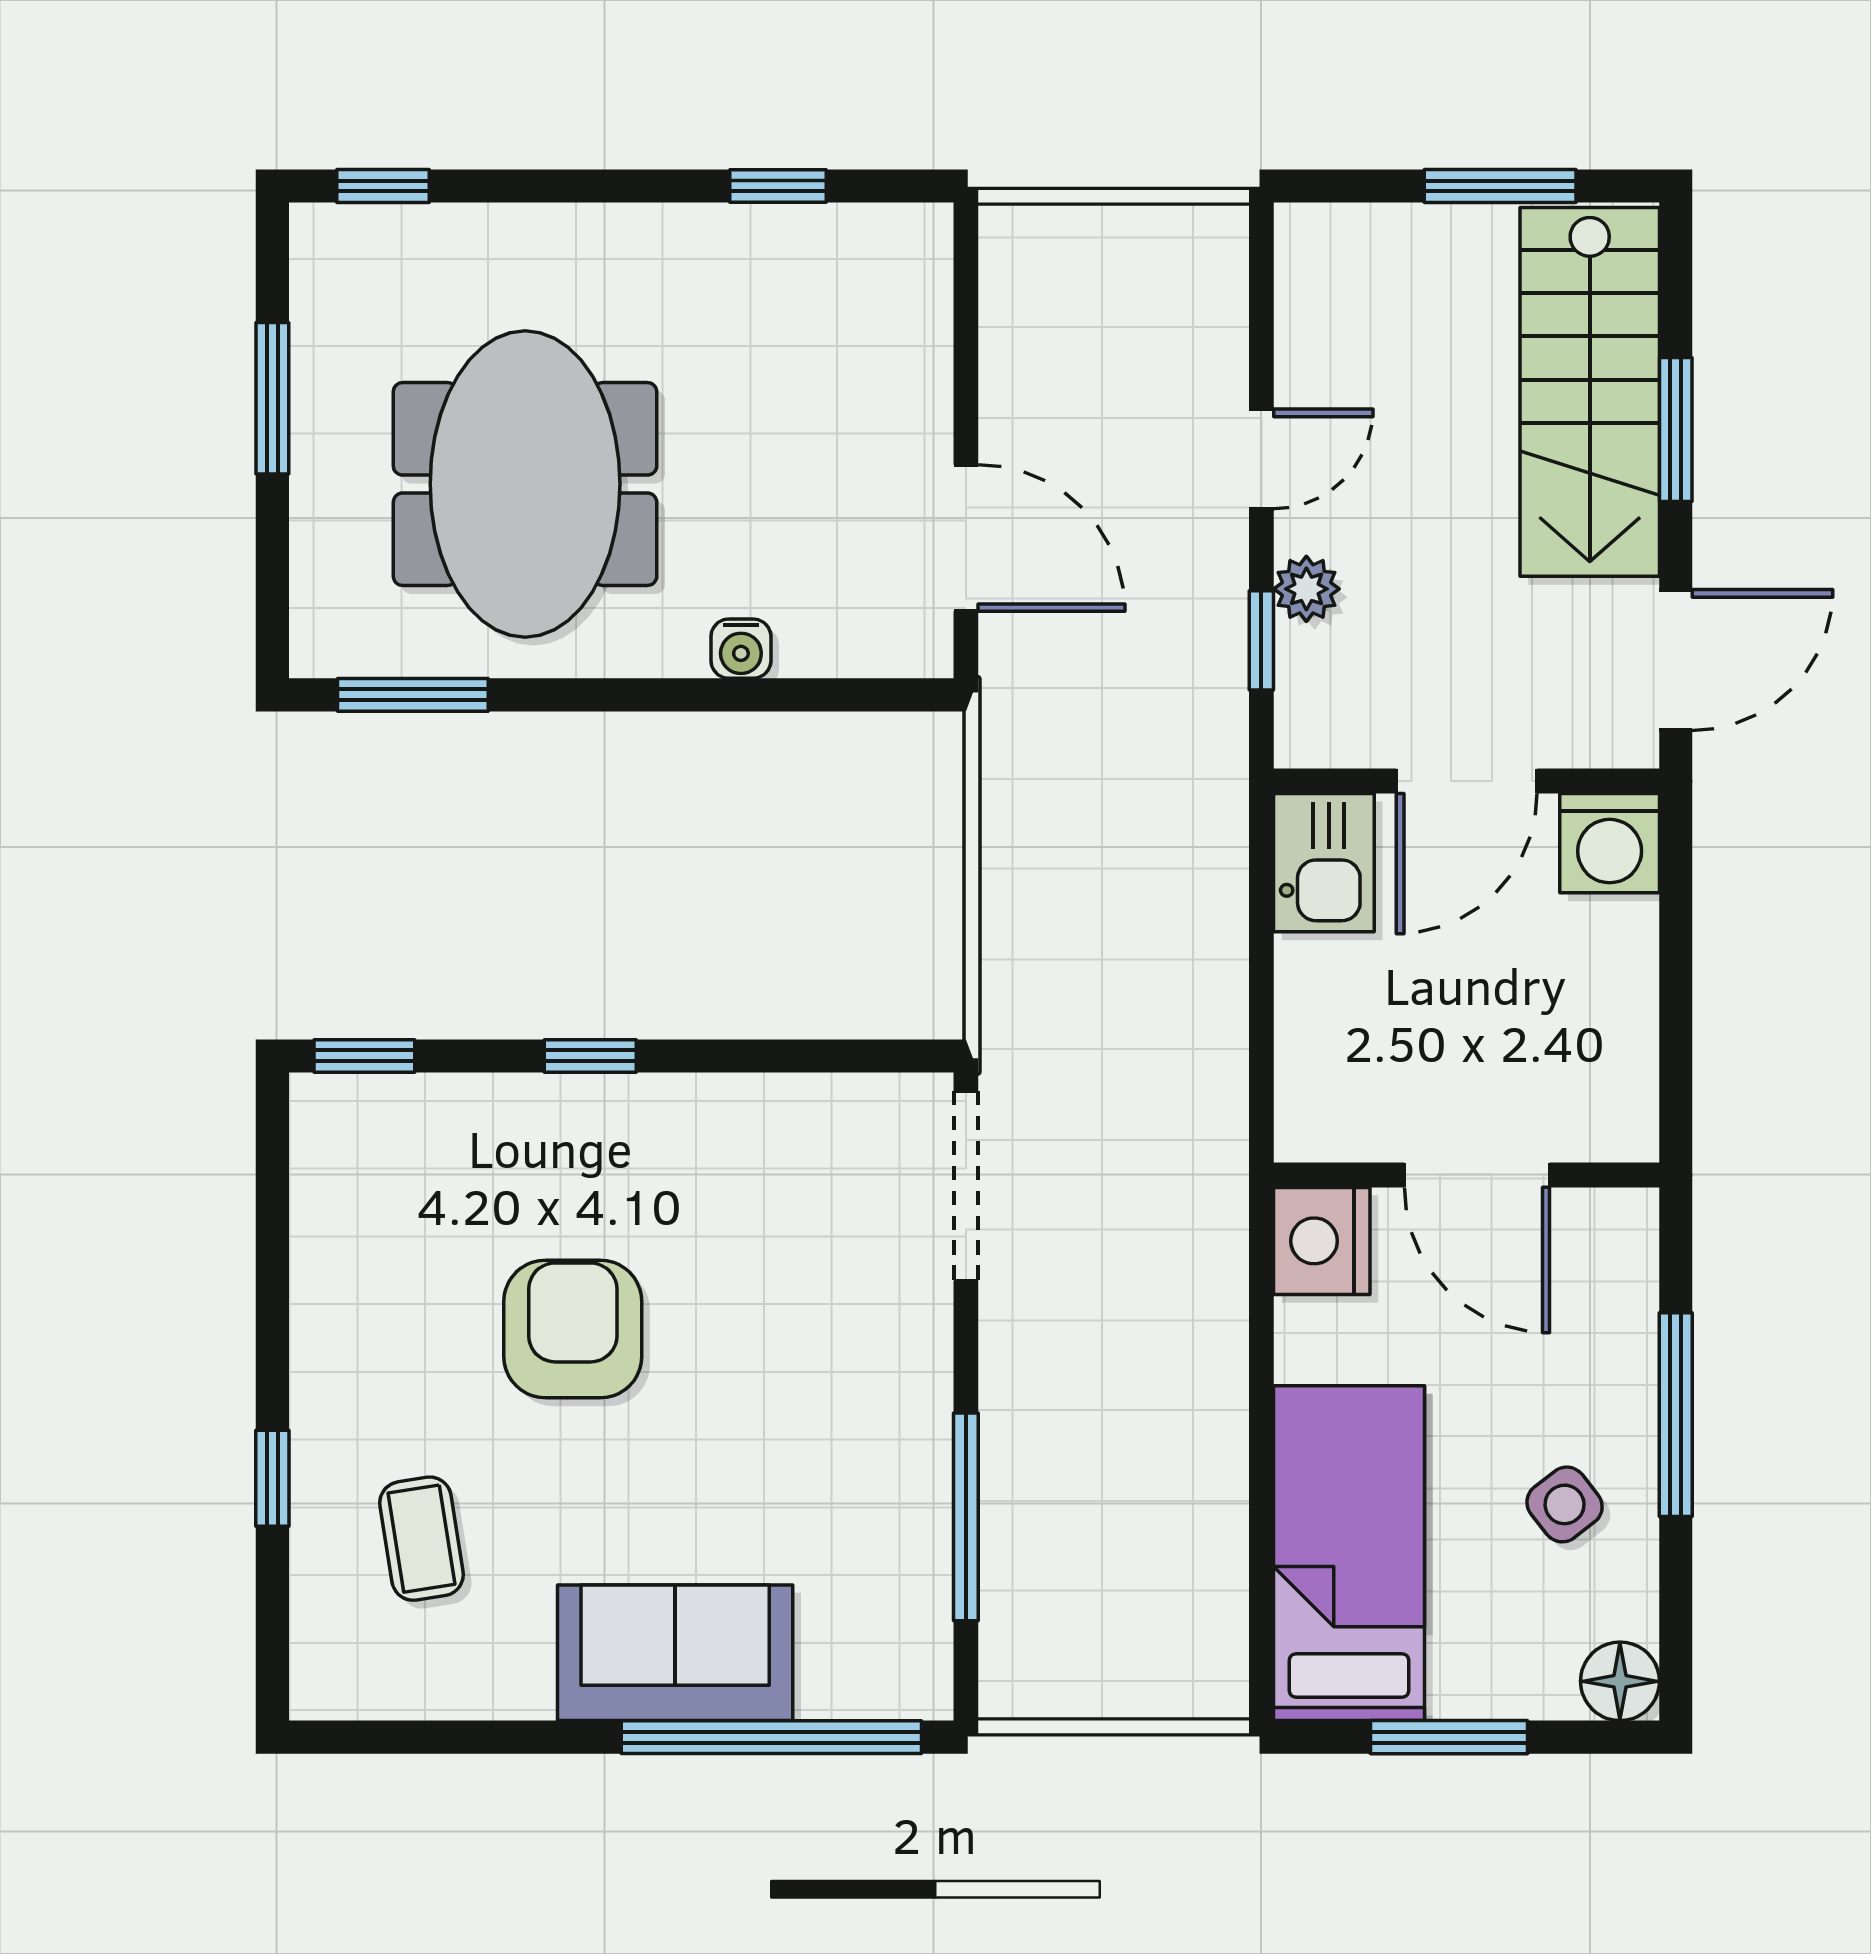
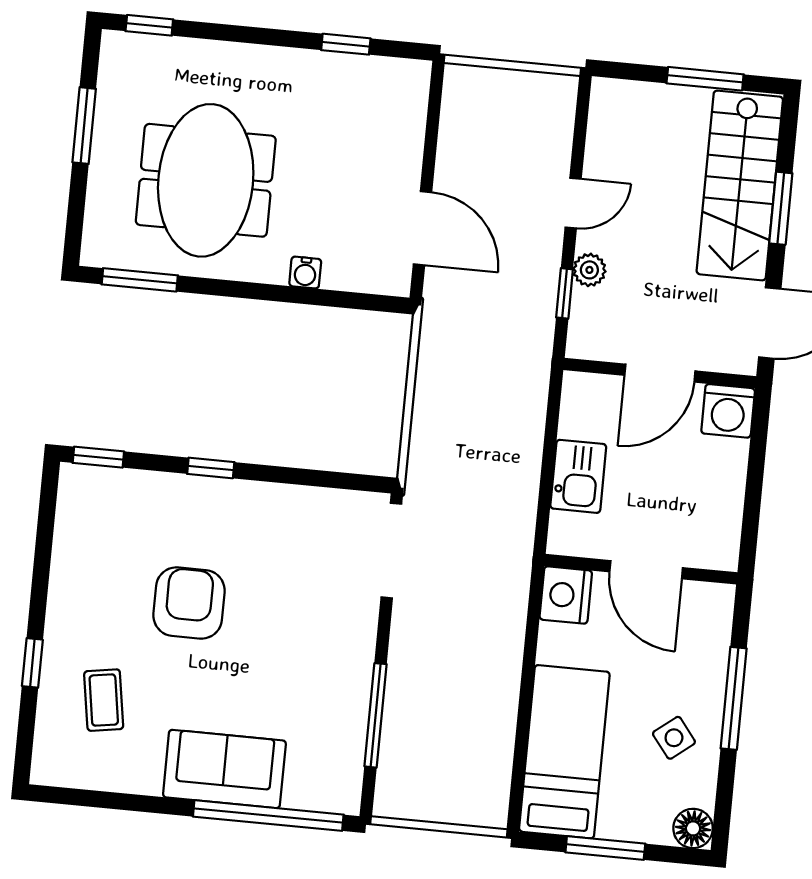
kitchen sink: (1324, 863) -> (578, 476), moved

